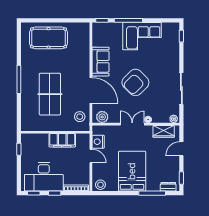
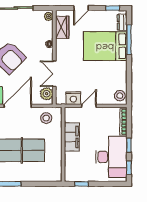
double door: (132, 124) -> (54, 74), moved
door: (181, 149) -> (81, 8), hinge flipped
bed: (132, 171) -> (105, 46), moved

